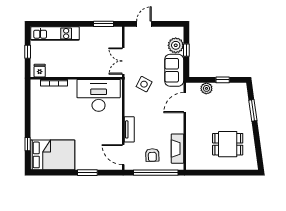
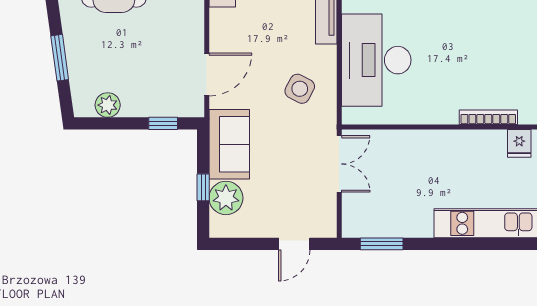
window: (223, 80) -> (163, 123), moved
side table: (144, 84) -> (300, 89), moved
plant: (206, 88) -> (108, 105), moved
desk: (99, 95) -> (376, 60), moved, turned 90

